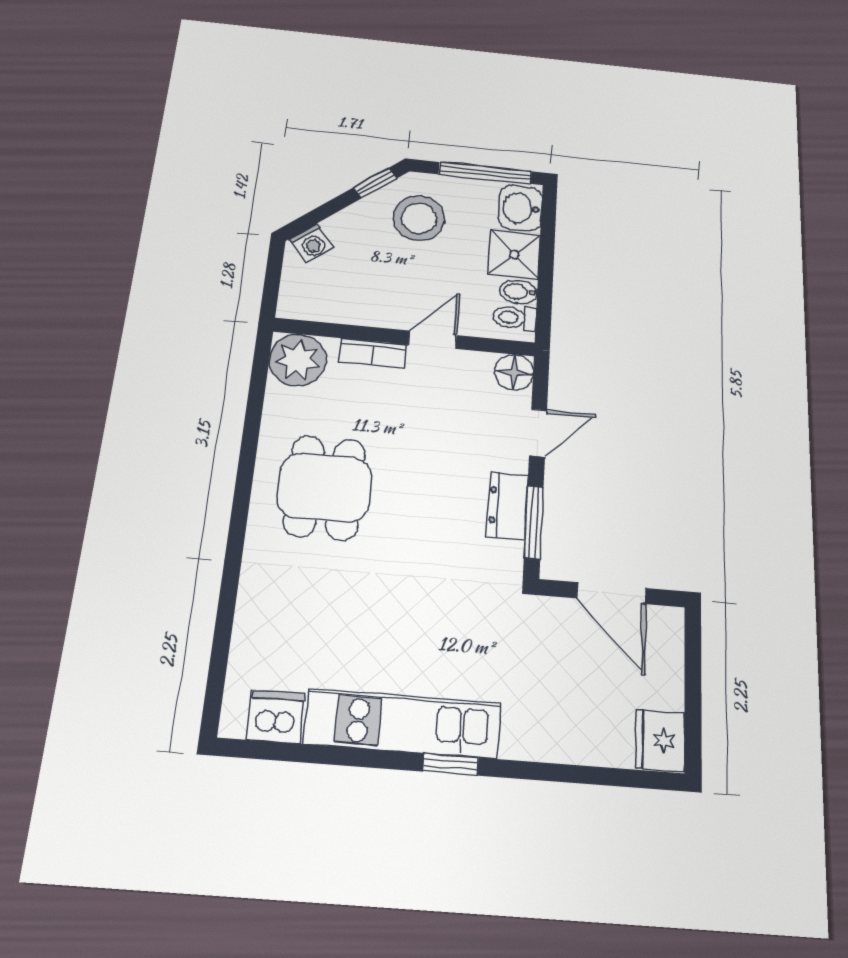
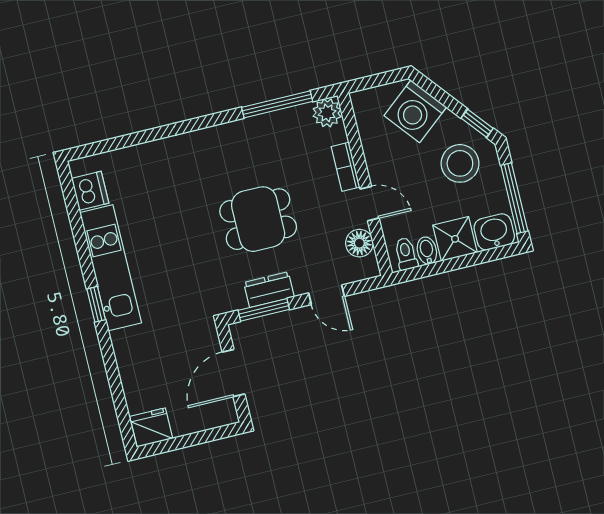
washing machine: (312, 243) -> (415, 111), width x1.89, depth x1.89
plant: (298, 360) -> (327, 113), width x0.73, depth x0.73
floor lamp: (514, 372) -> (359, 243), moved
window: (254, 411) -> (277, 104), added
dining table: (325, 488) -> (258, 219), moved

